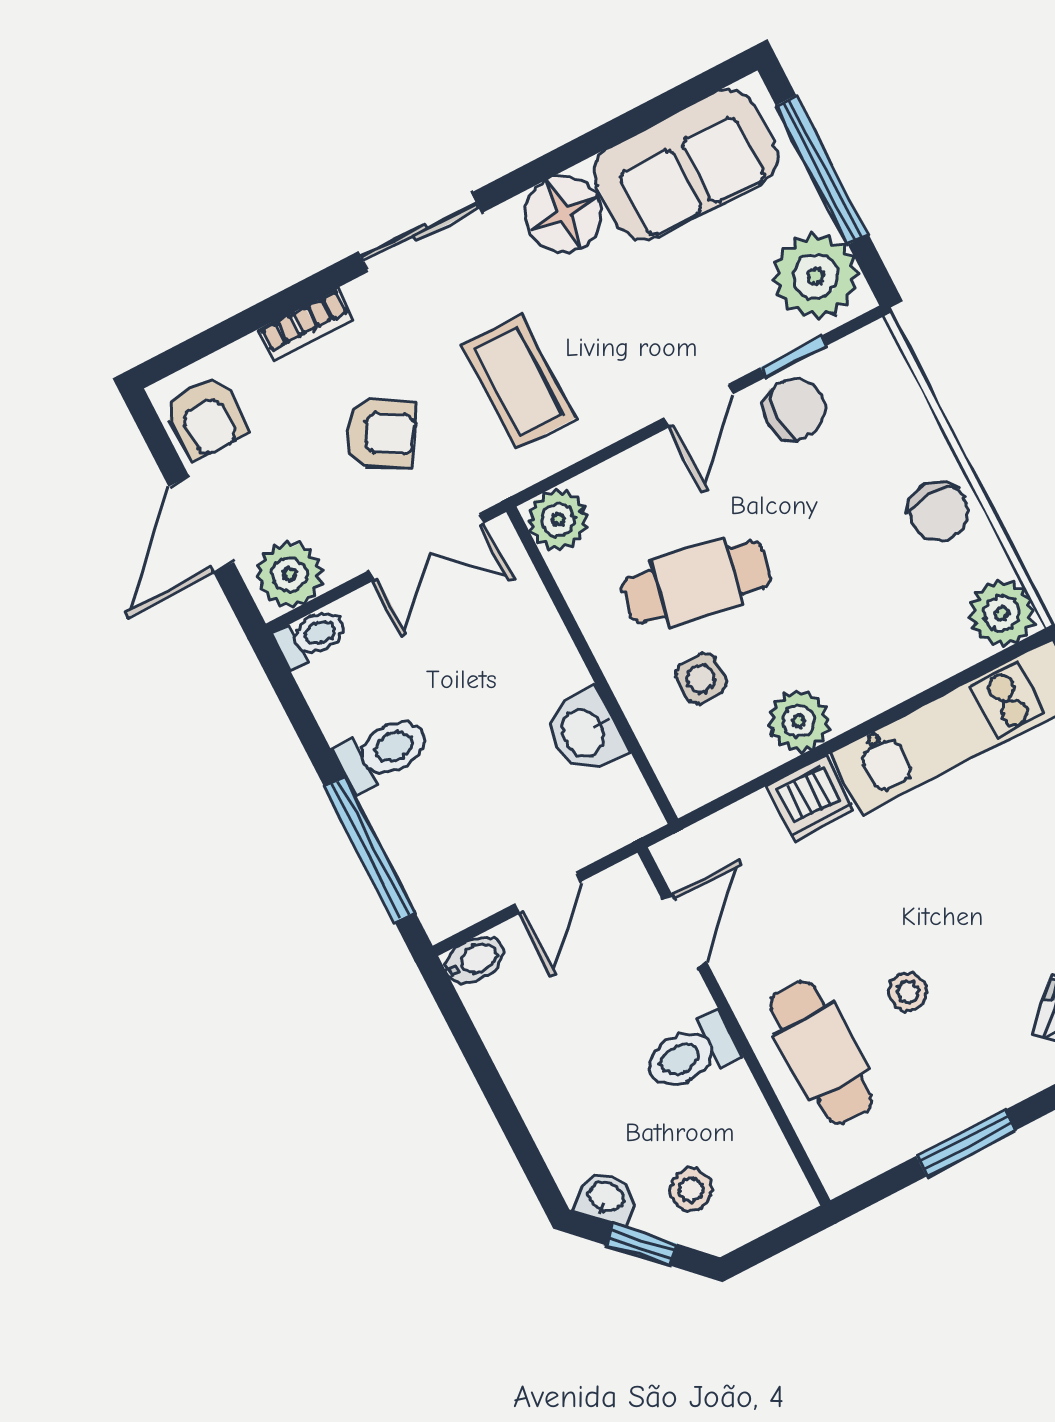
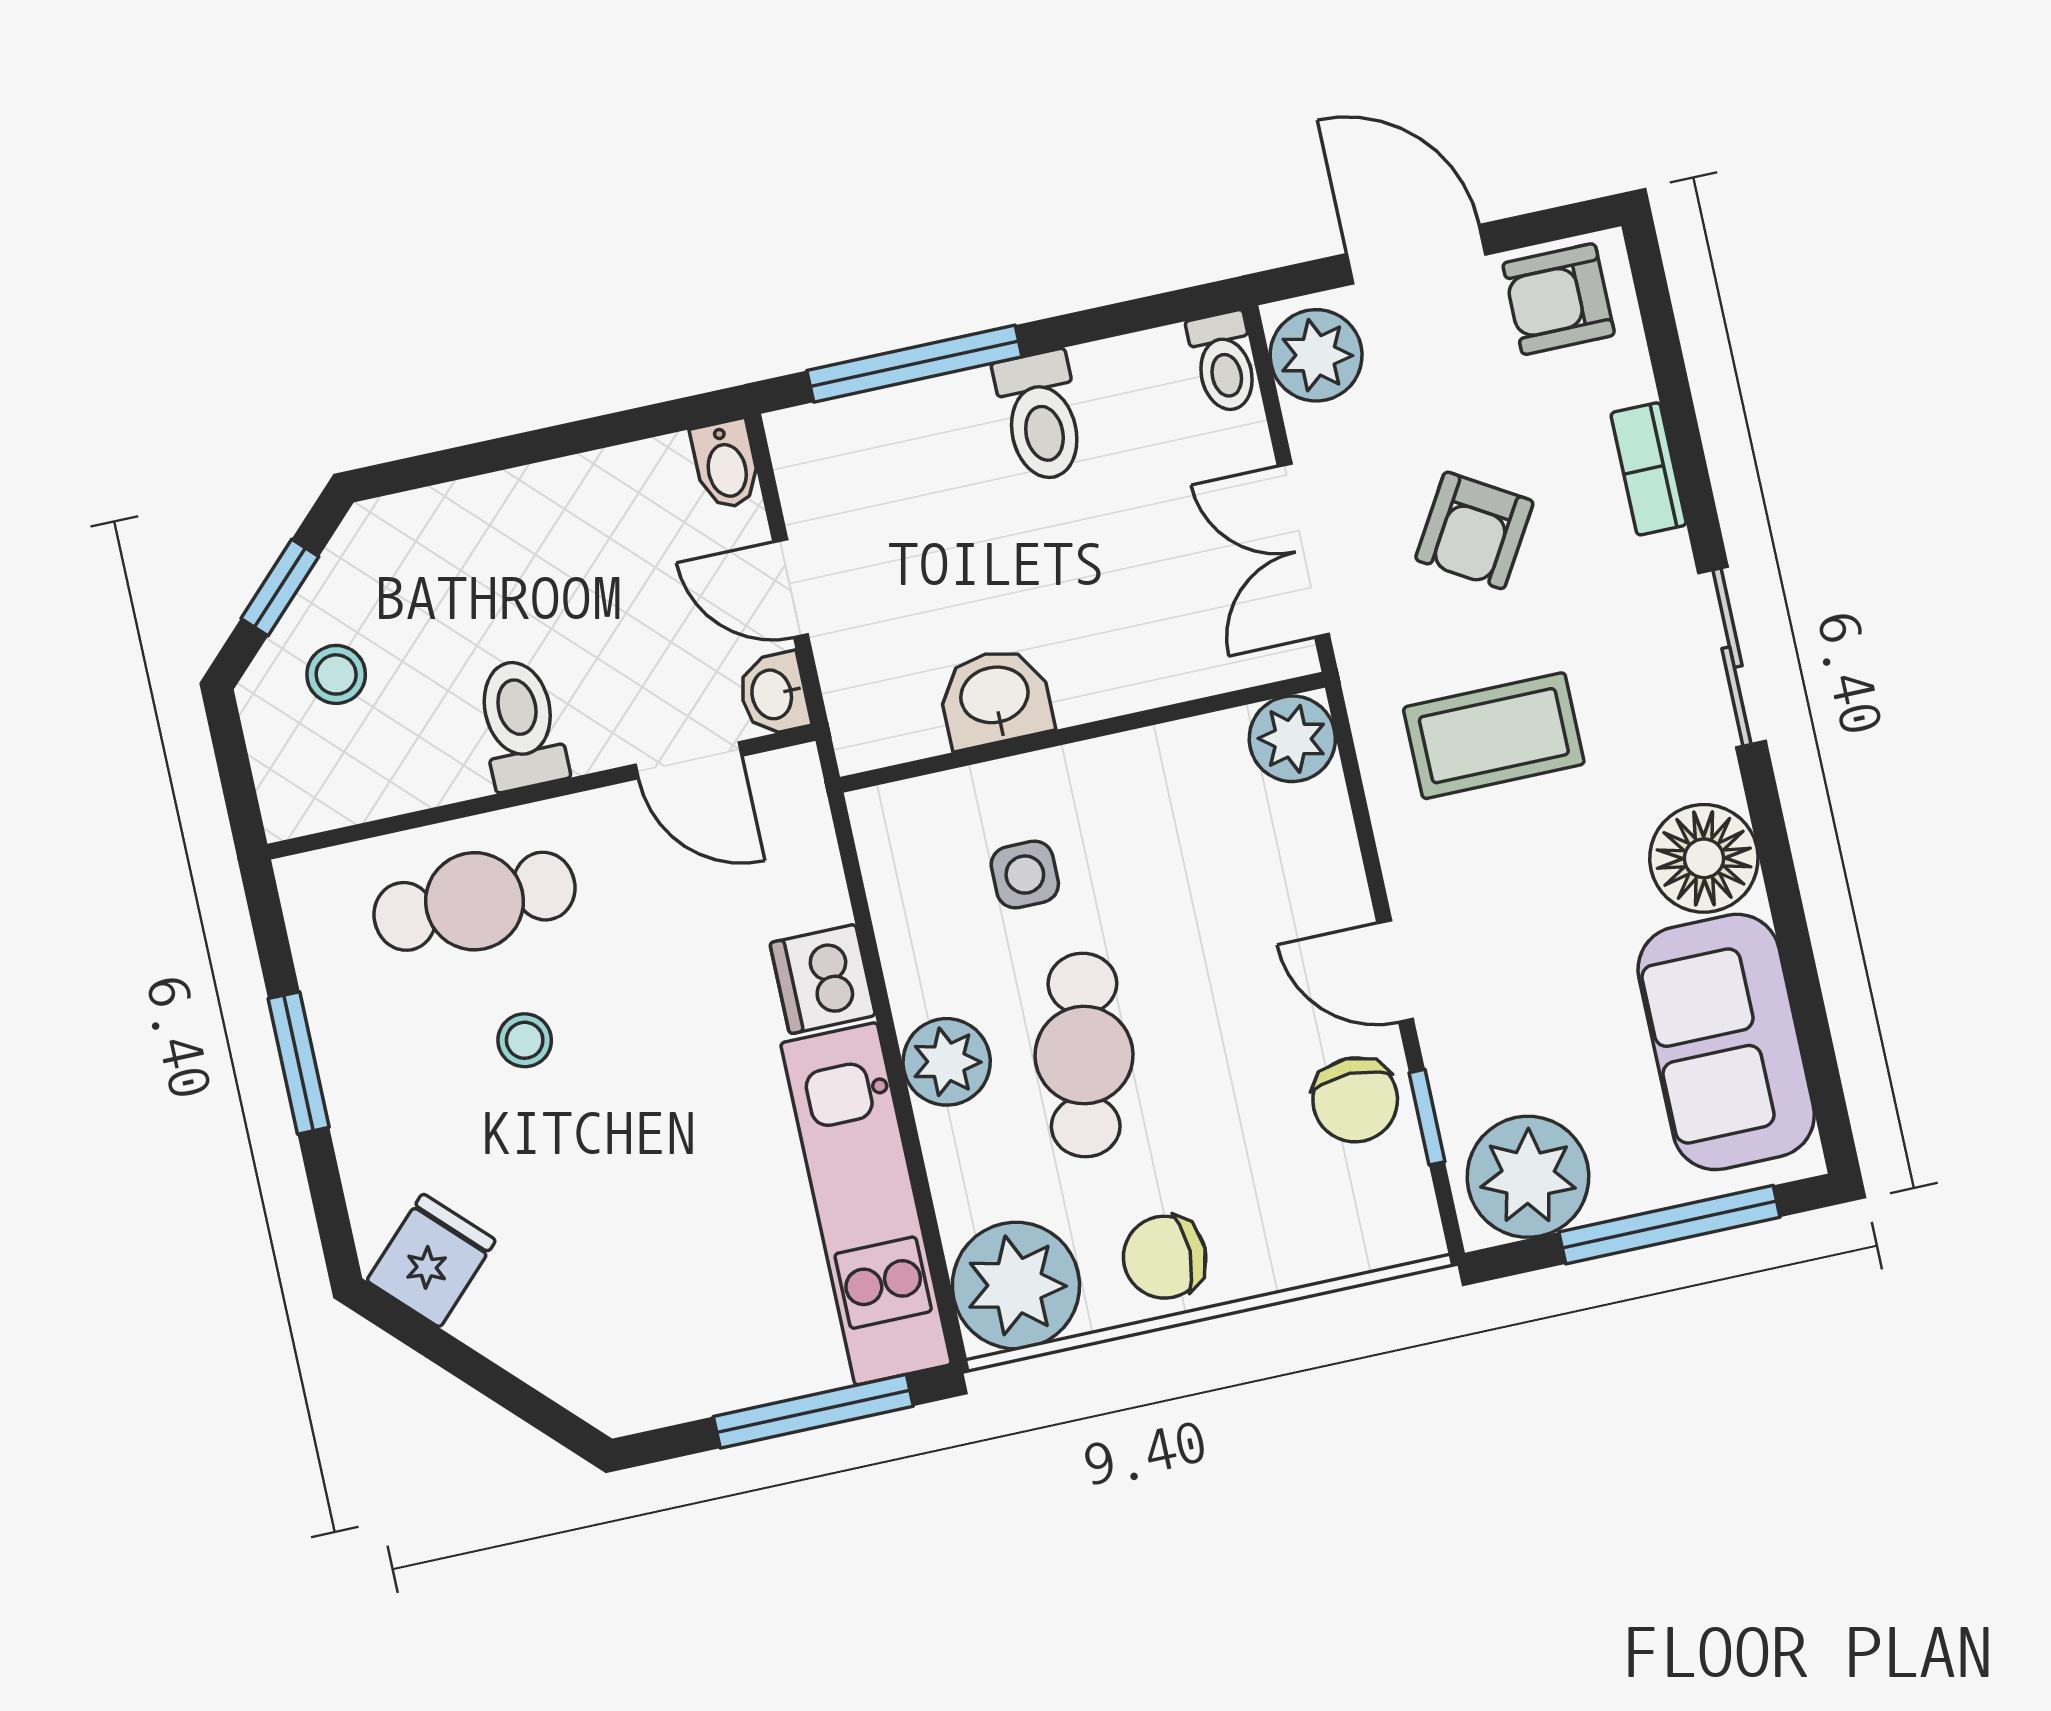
cafe table: (697, 582) -> (1084, 1055), moved
plant: (1002, 613) -> (1016, 1286), width x1.36, depth x1.36
plant: (799, 721) -> (947, 1062), moved
washbasin: (606, 1198) -> (774, 694), moved, turned 135

